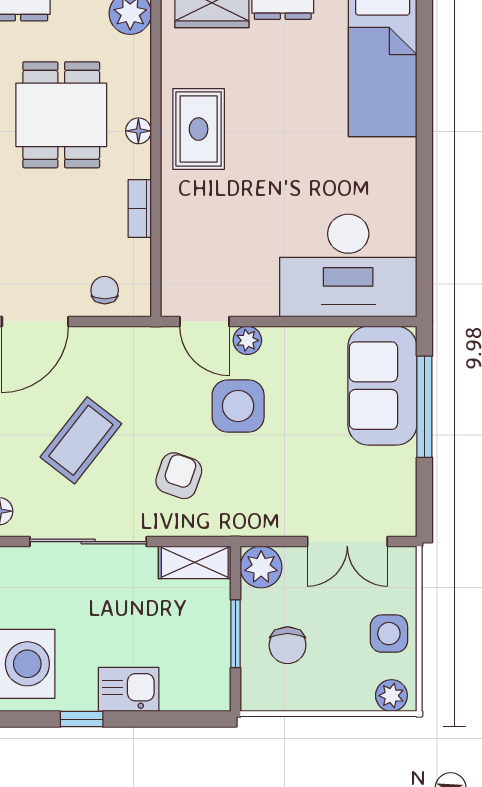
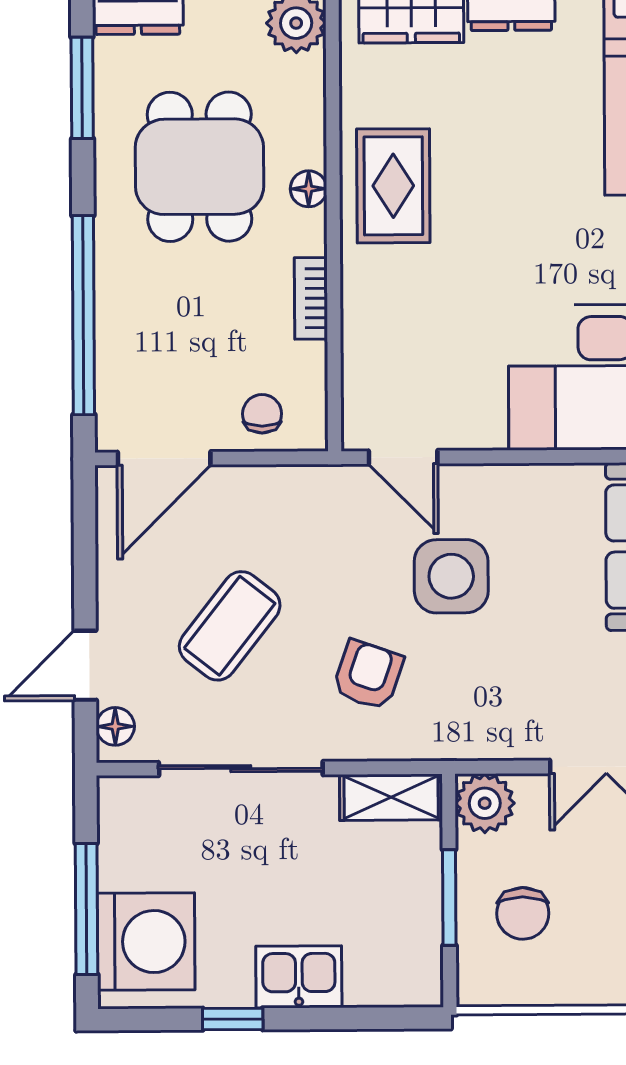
plant: (247, 340) -> (464, 483), removed

